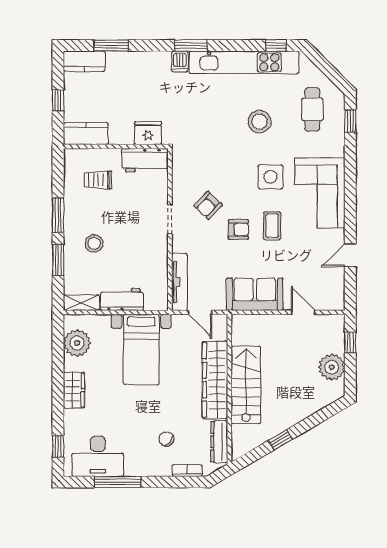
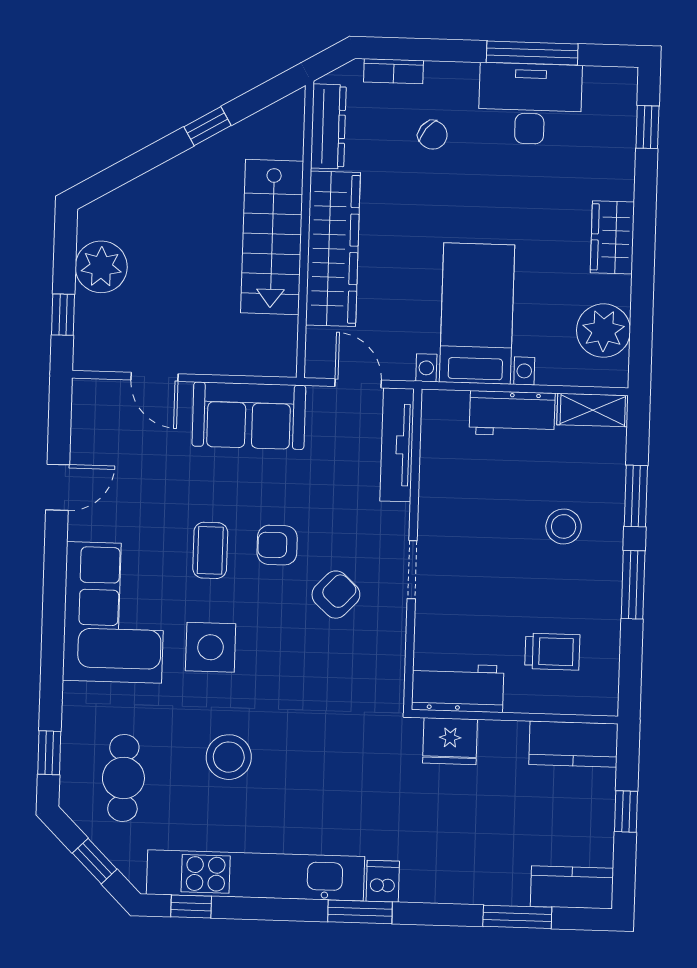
window: (326, 67) -> (95, 861), added
desk: (98, 456) -> (530, 104), moved

